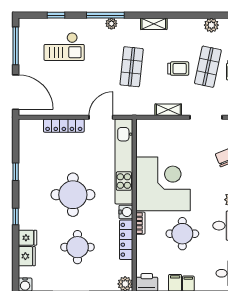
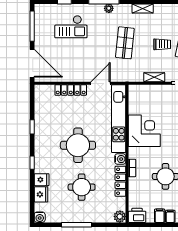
corner desk: (163, 184) -> (144, 131), width x0.74, depth x0.74

